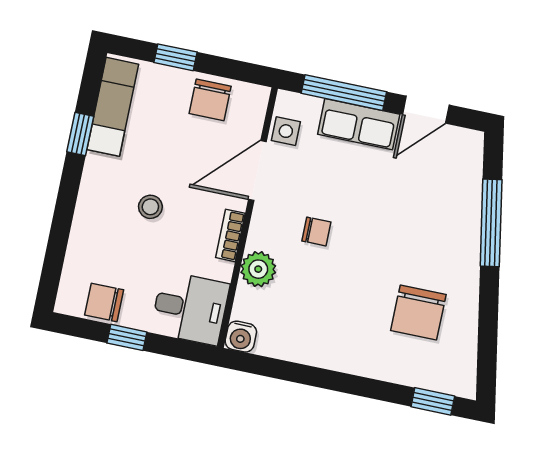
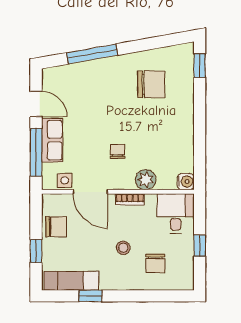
chair: (104, 302) -> (155, 263), moved

